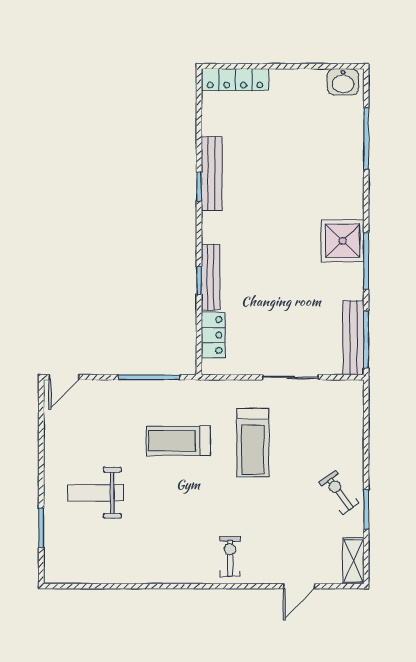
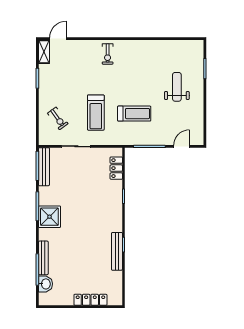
locker: (235, 80) -> (90, 300), moved
washbasin: (343, 82) -> (45, 284), moved, turned 90
bench: (211, 277) -> (43, 258), moved
door: (64, 377) -> (182, 146), moved
treadmill: (253, 443) -> (96, 113), turned 180
weight bench: (95, 493) -> (177, 87), turned -90
exercise bike: (339, 493) -> (58, 118), moved
door: (299, 586) -> (58, 39), moved

